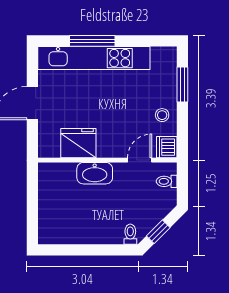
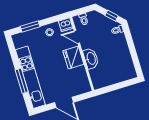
fridge: (78, 143) -> (73, 57), moved

